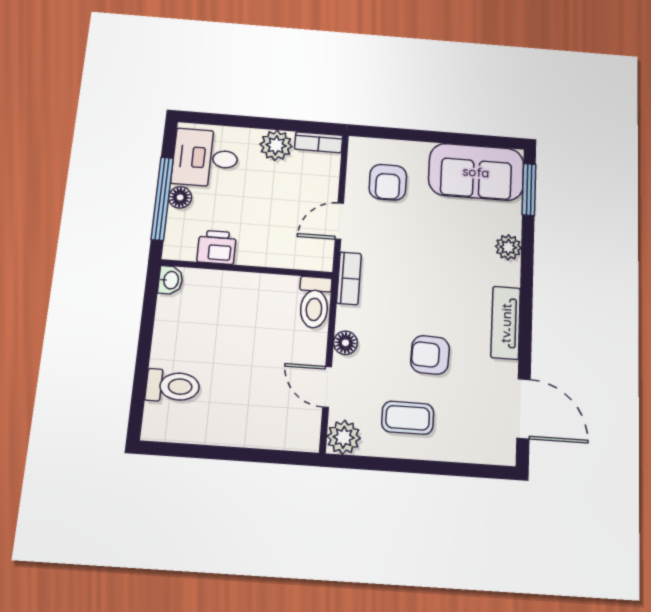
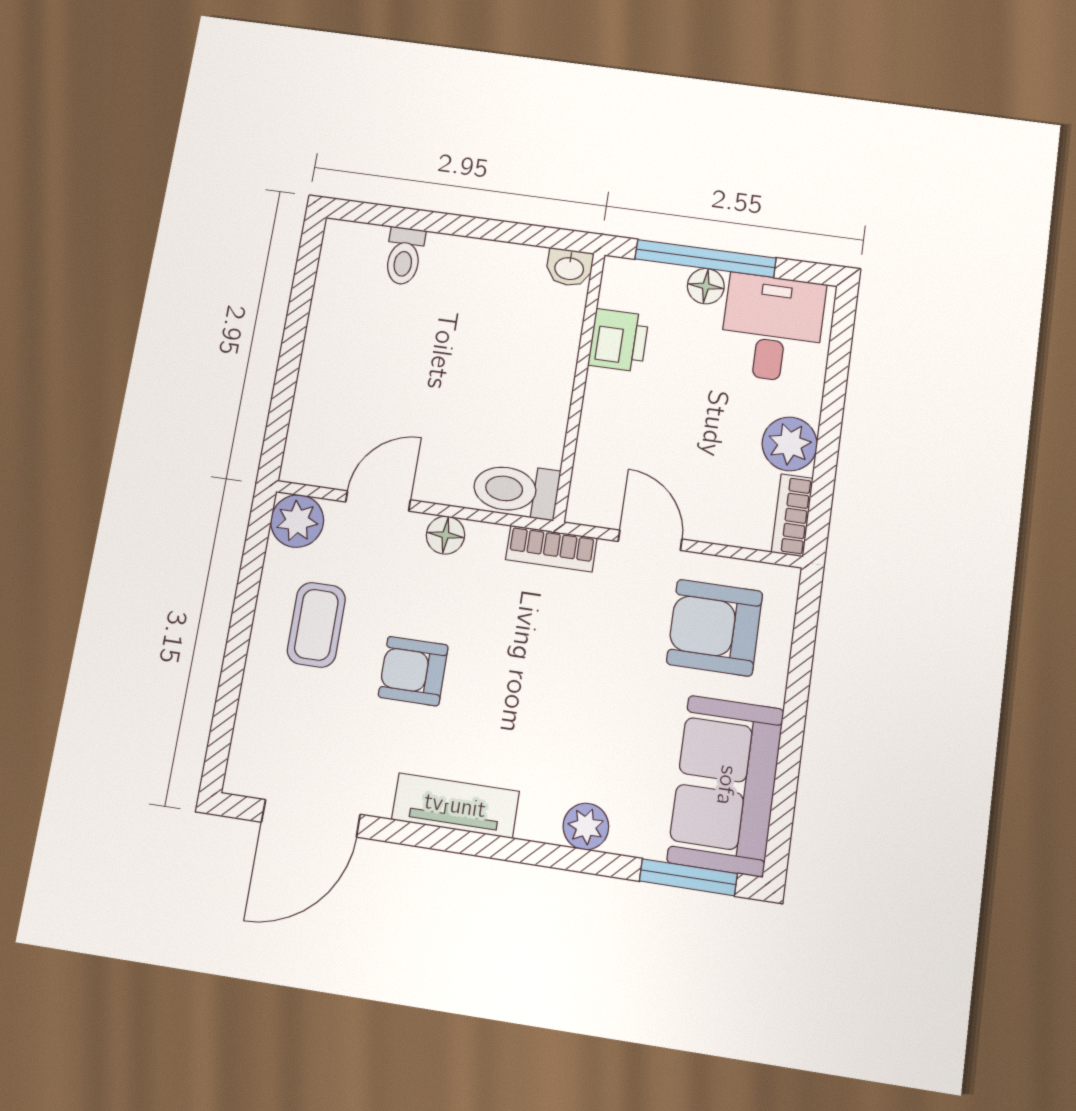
armchair: (388, 182) -> (715, 628), width x1.38, depth x1.38
armchair: (430, 355) -> (413, 671), turned -92
toilet: (173, 386) -> (404, 256), width x0.73, depth x0.72

